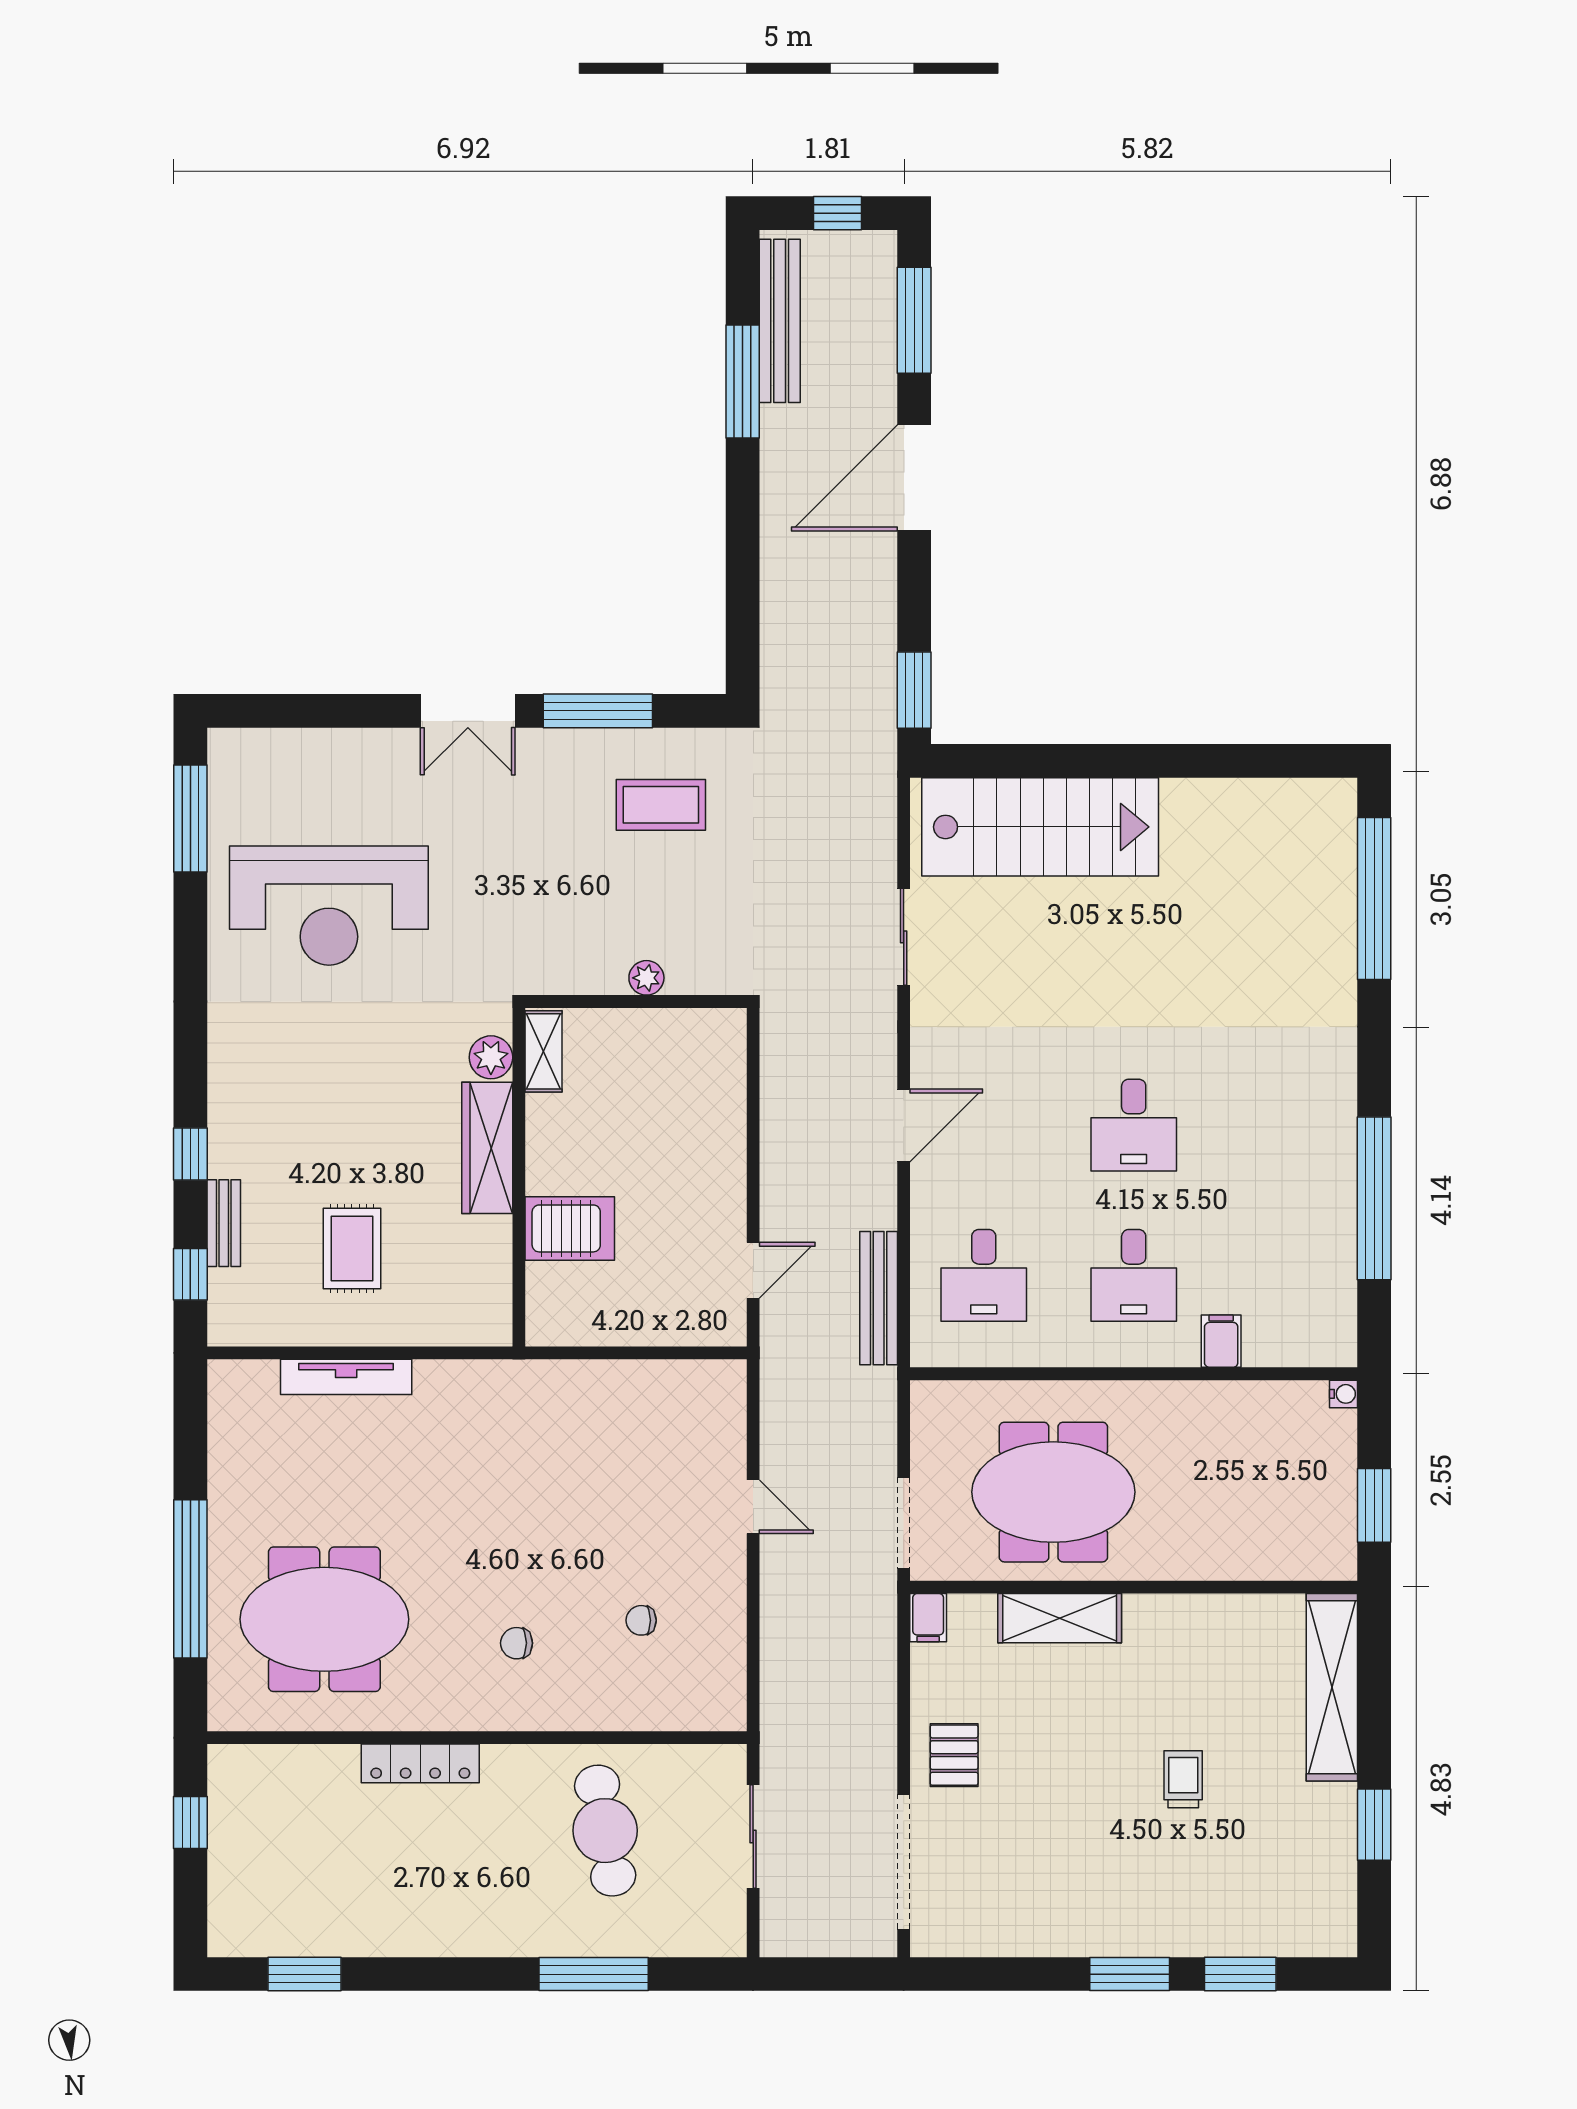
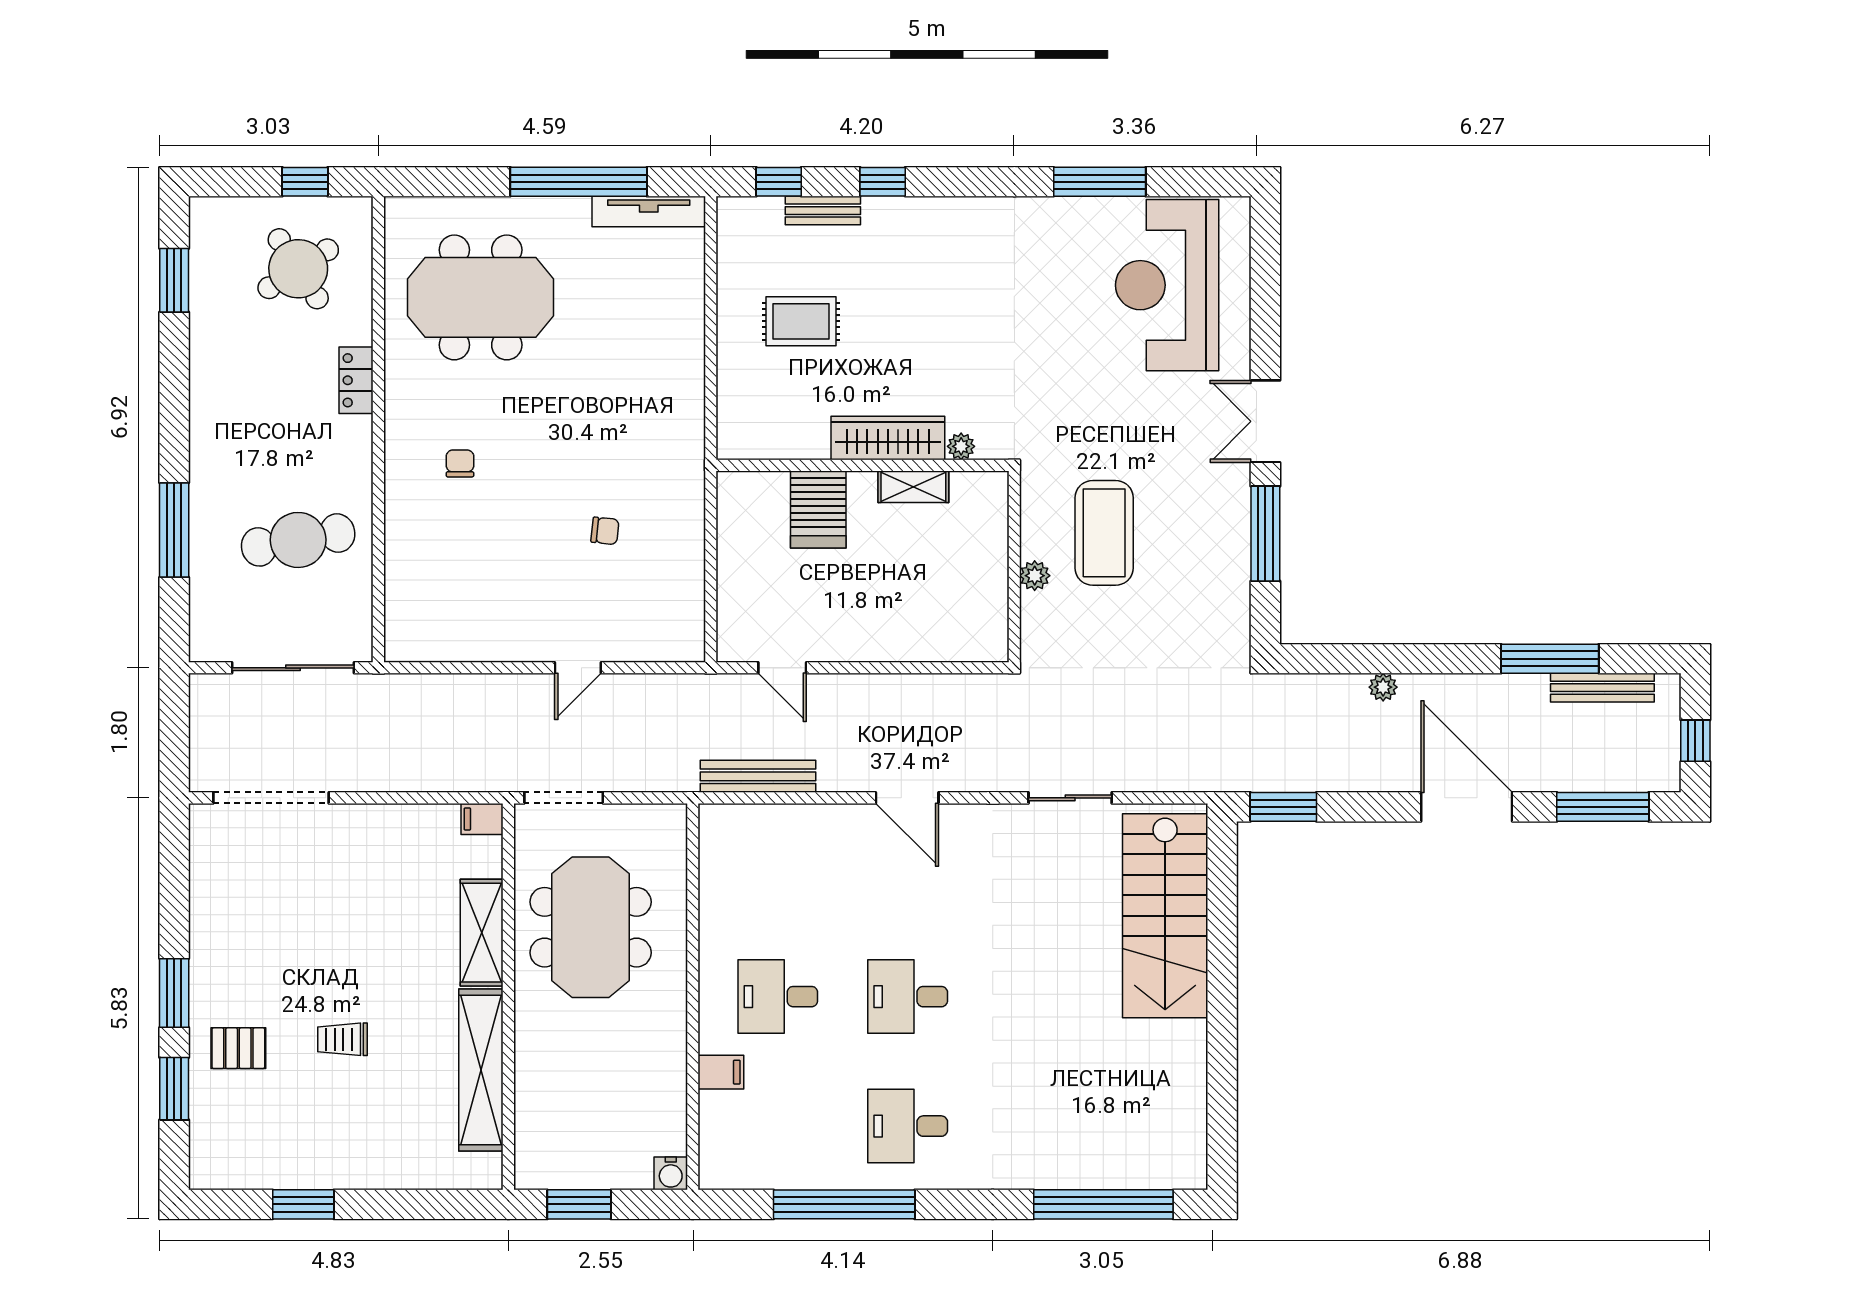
bench: (780, 321) -> (1602, 688), width x0.73, depth x0.82
plant: (776, 575) -> (1383, 687), added
coffee table: (661, 805) -> (1104, 533), moved, width x1.36, depth x1.32
window: (190, 818) -> (1100, 182), moved
reception desk: (329, 906) -> (1167, 285), moved
shelving: (543, 1051) -> (913, 487), moved
plant: (491, 1057) -> (961, 446), width x0.73, depth x0.73
desk: (984, 1275) -> (908, 1126), moved
tv unit: (346, 1377) -> (649, 212), moved, turned -90
water cooler: (1344, 1394) -> (671, 1173), width x1.38, depth x1.38
window: (190, 1579) -> (579, 182), moved
meeting table: (324, 1619) -> (481, 297), turned 90
chair: (641, 1620) -> (605, 531), moved, turned 96
shelving: (1332, 1687) -> (481, 1070), moved, turned 90
pallet: (954, 1755) -> (238, 1048), moved
locker: (420, 1763) -> (356, 380), width x0.66
trolley: (1183, 1779) -> (342, 1039), turned 180
round table: (291, 1830) -> (298, 269), added
sliding door: (753, 1837) -> (293, 668), width x1.37

